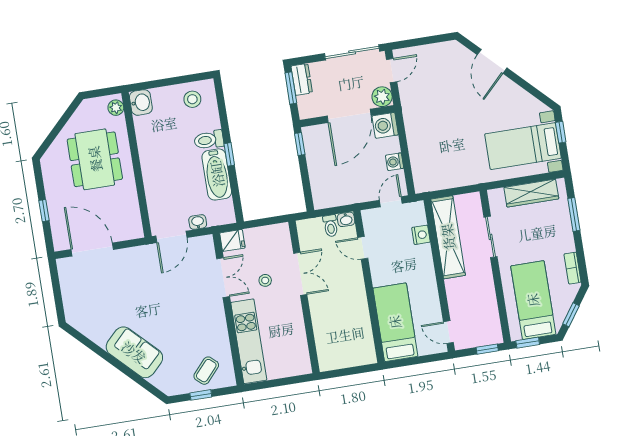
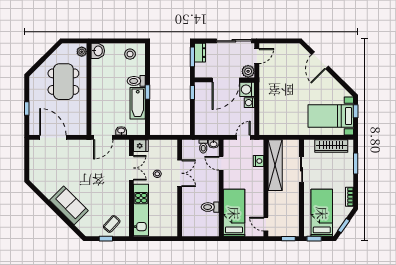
washing machine: (395, 162) -> (249, 103), moved
toilet: (356, 319) -> (210, 207), added

